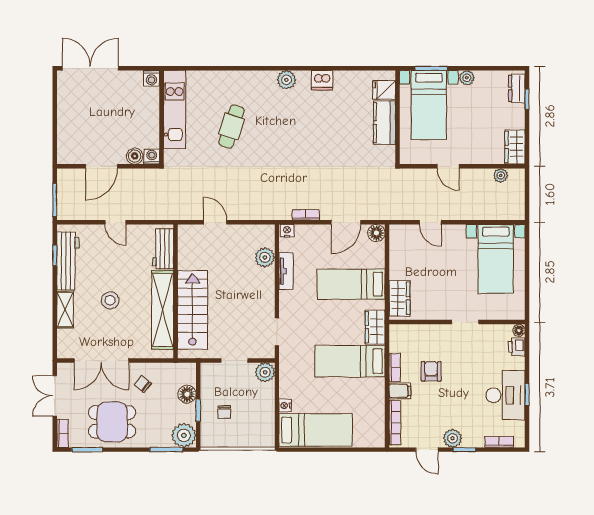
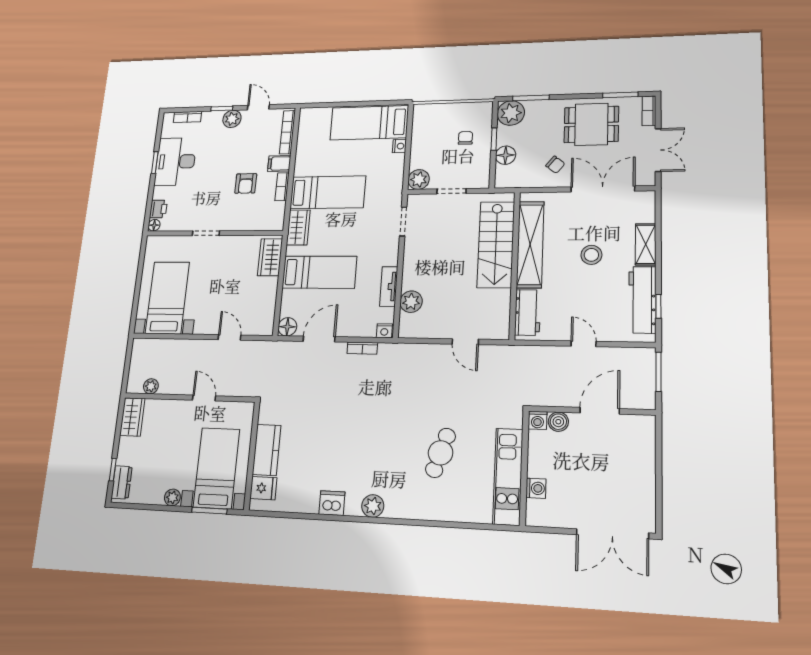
washing machine: (151, 78) -> (536, 488), moved, turned 90

